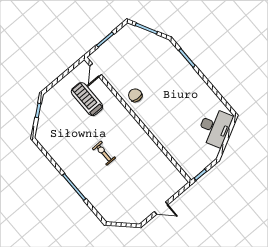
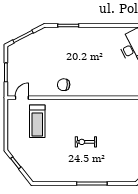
door: (96, 70) -> (22, 98), swing flipped
treadmill: (87, 99) -> (37, 121), turned -90

